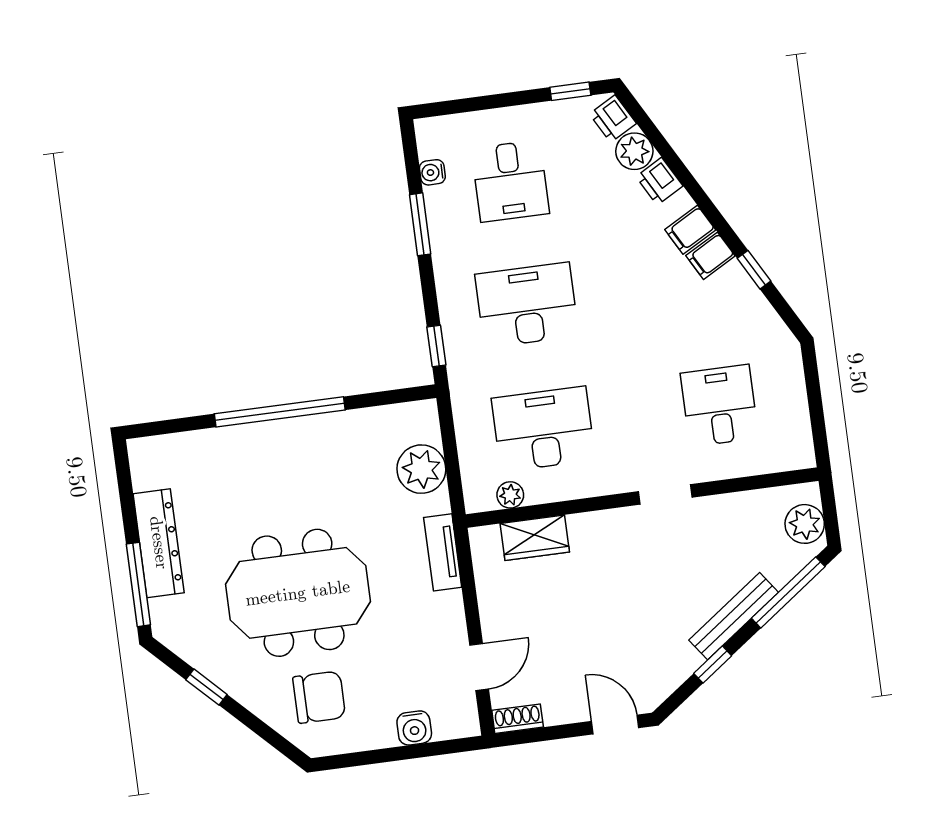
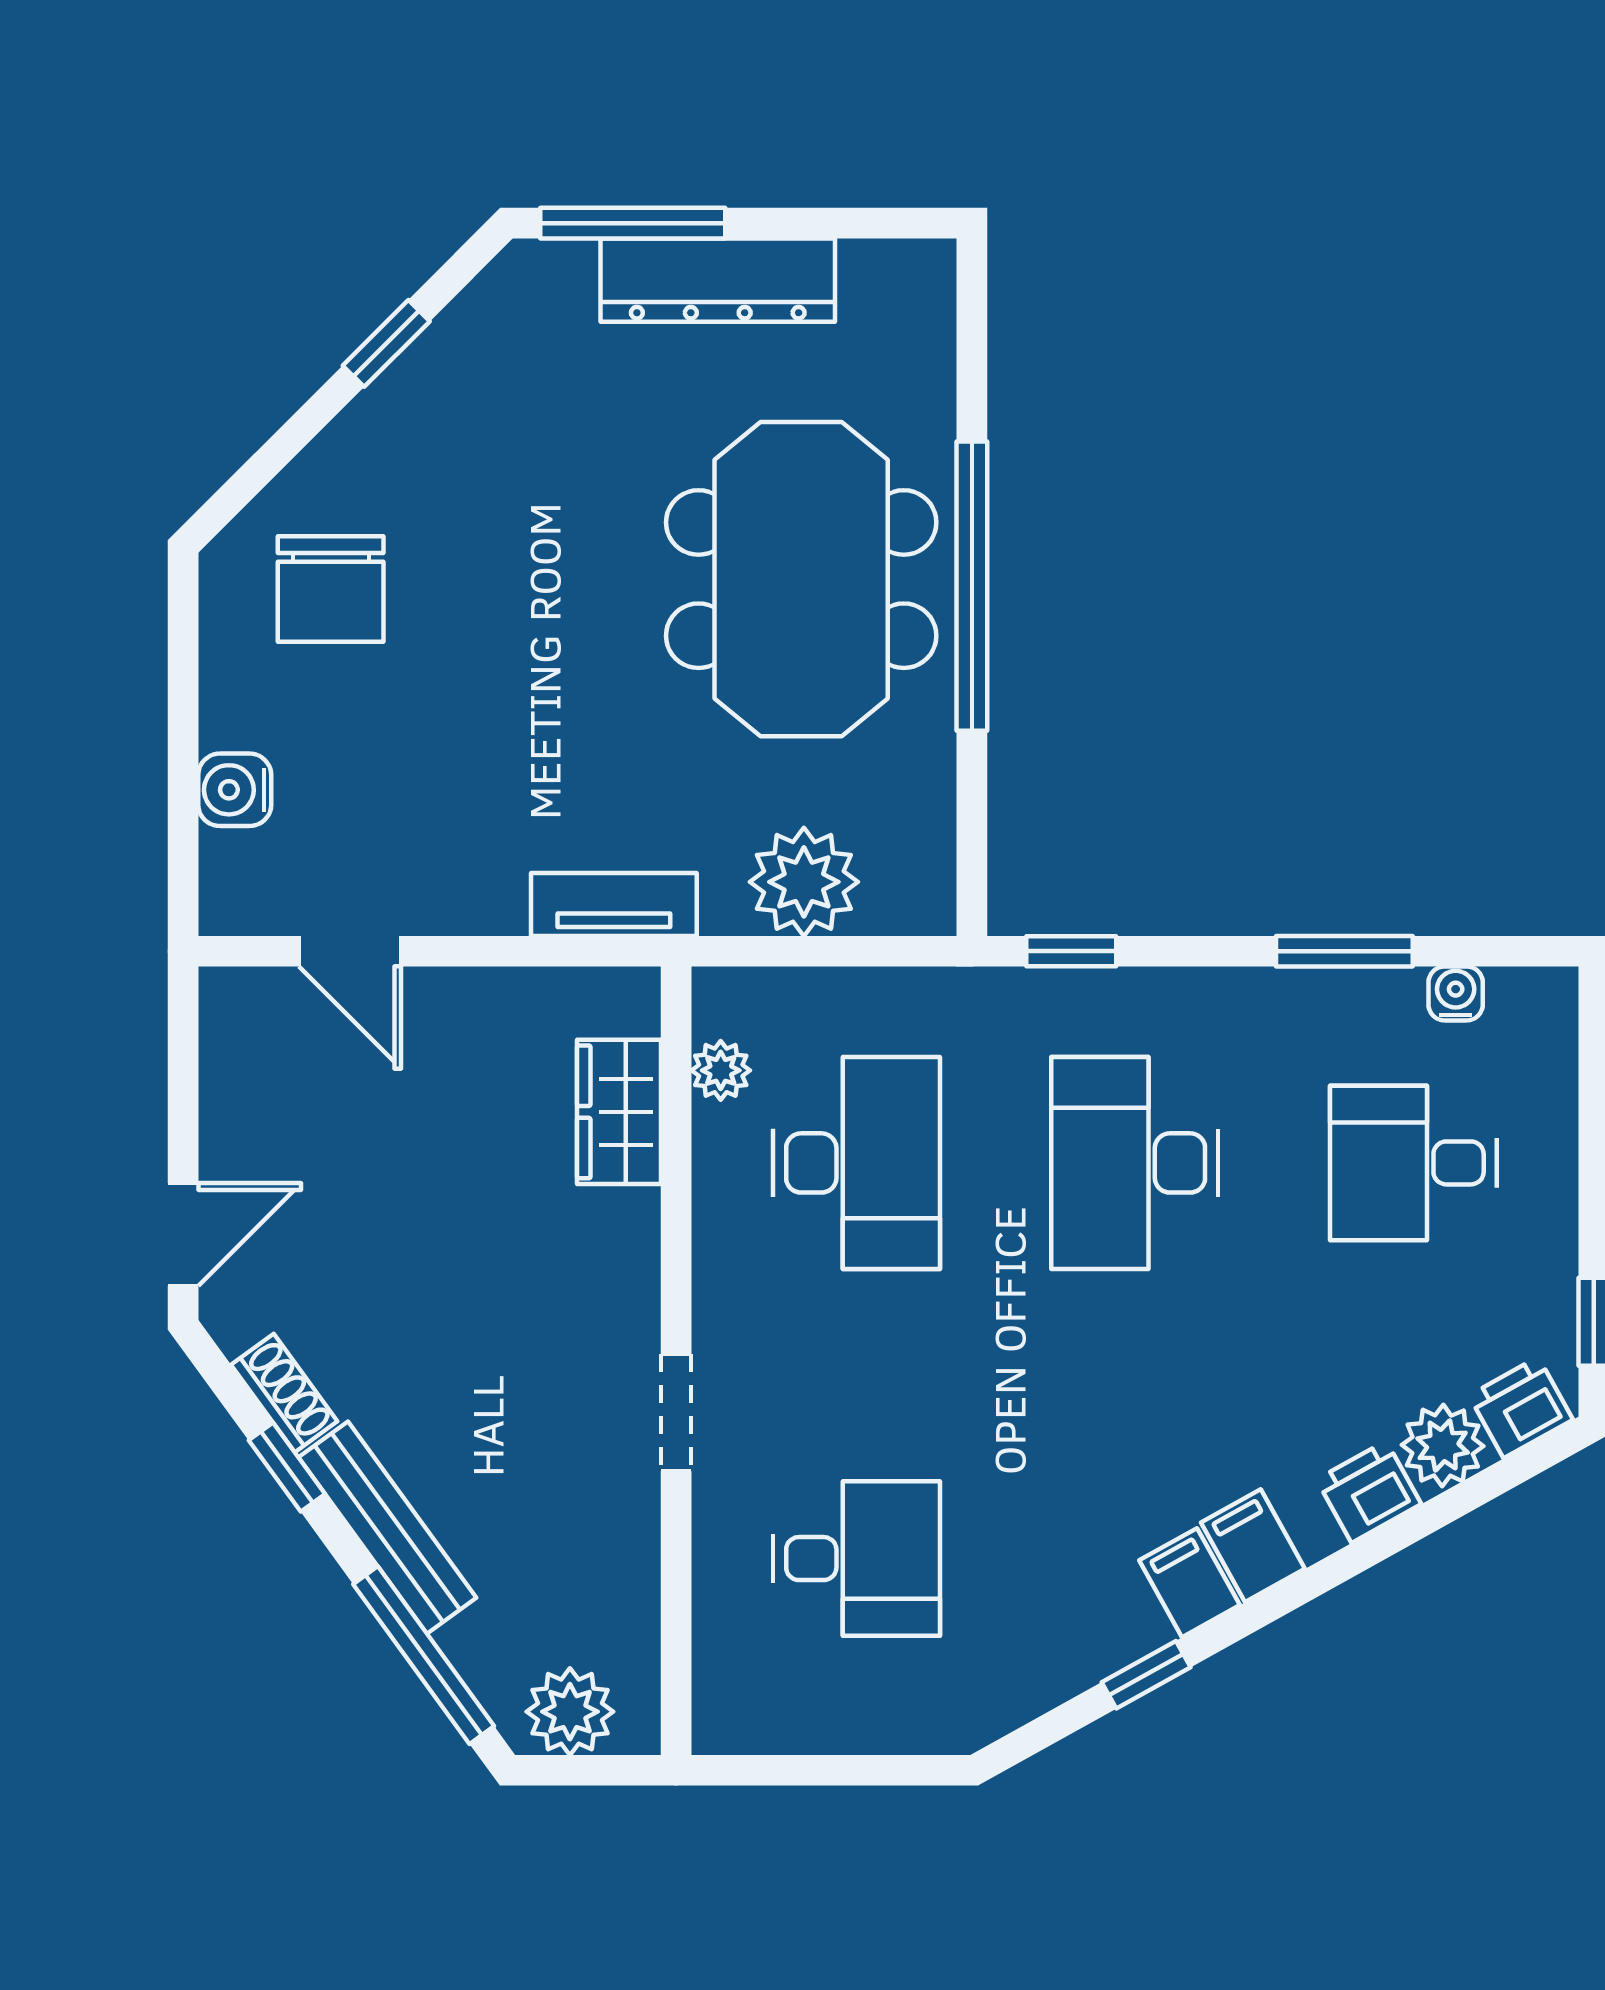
desk: (527, 305) -> (1135, 1163), turned 180
meeting table: (298, 593) -> (801, 579), moved
shoe rack: (518, 719) -> (284, 1393), moved, turned -36

